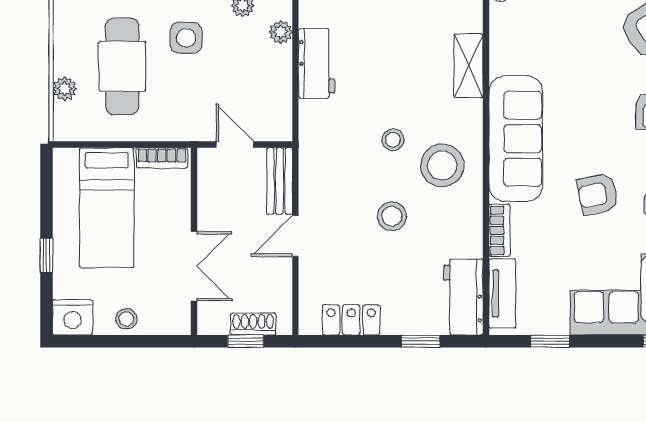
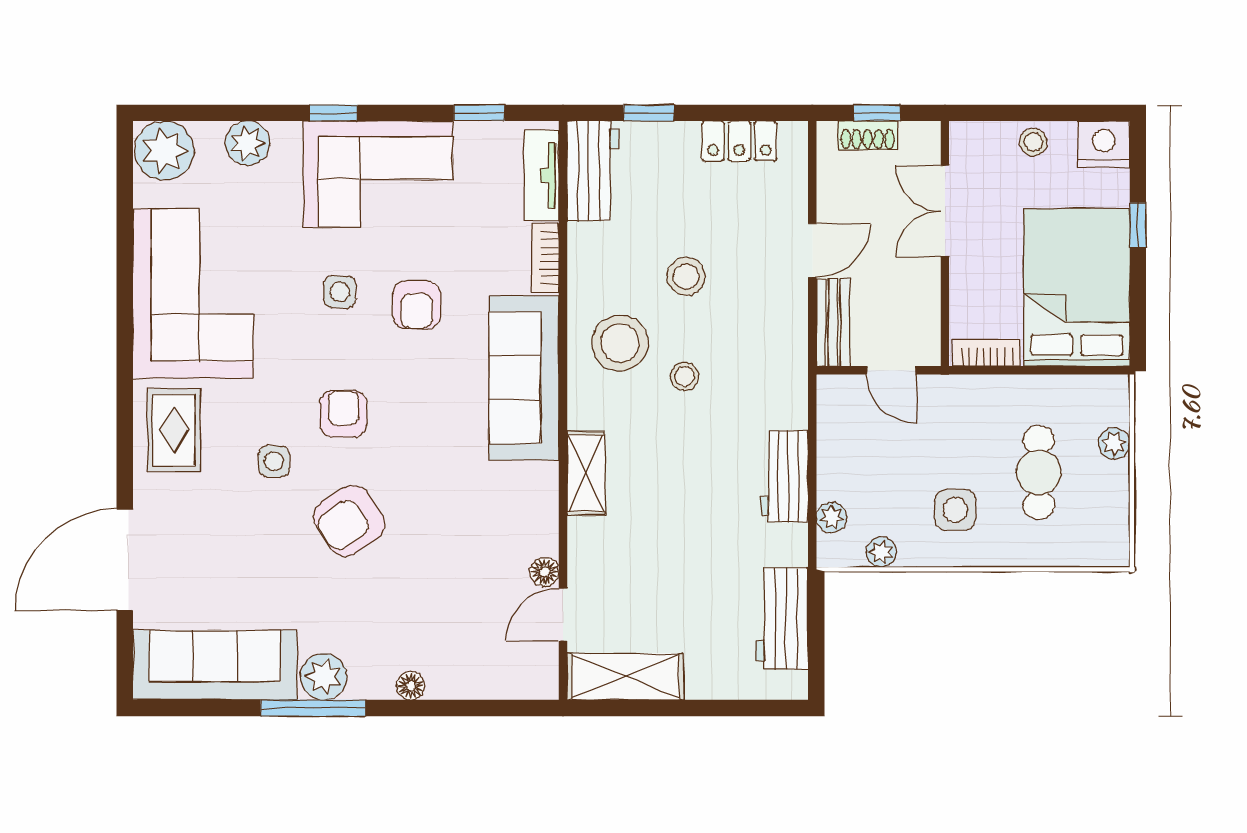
cafe table: (122, 66) -> (1039, 472), width x0.73, depth x0.74
armchair: (598, 194) -> (417, 305), turned 101
bed: (107, 208) -> (1077, 288), width x1.50

